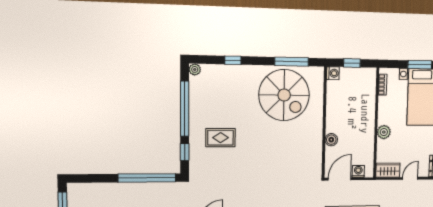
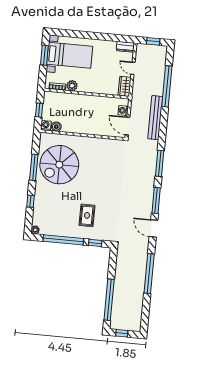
window: (292, 62) -> (34, 167), moved
spiral stairs: (284, 95) -> (59, 165), turned 180
plant: (384, 132) -> (72, 86), moved
boiler: (331, 140) -> (56, 127), moved
window: (147, 178) -> (109, 300), moved

